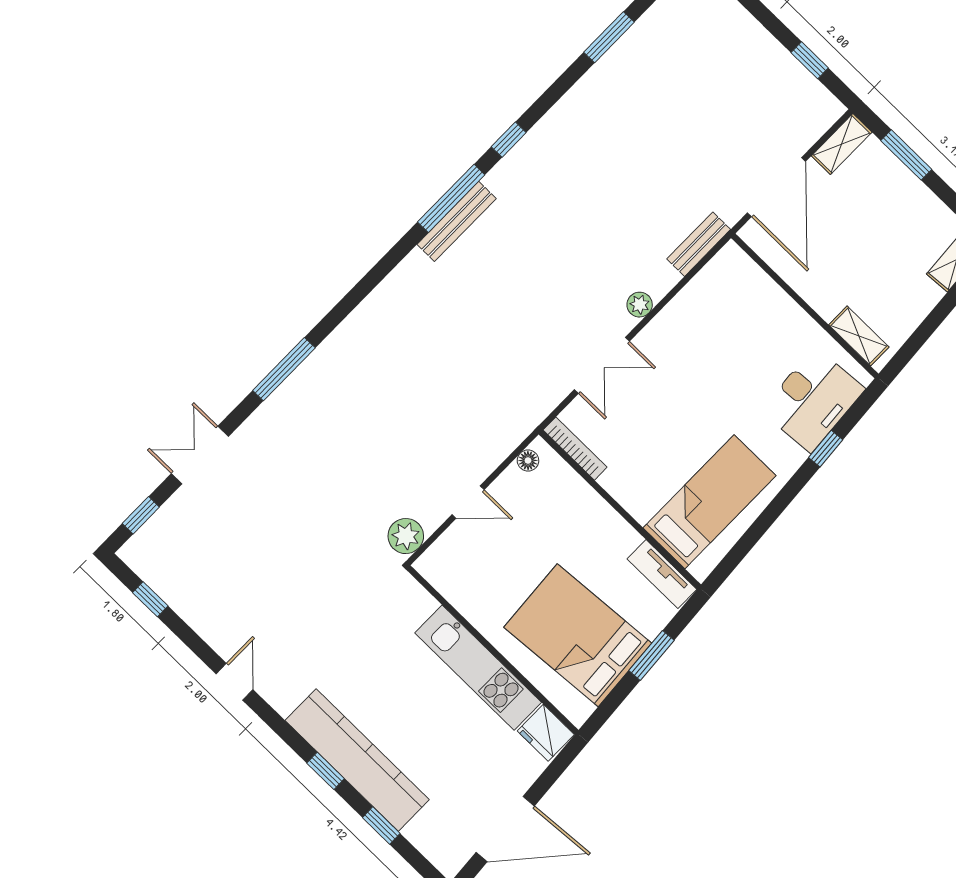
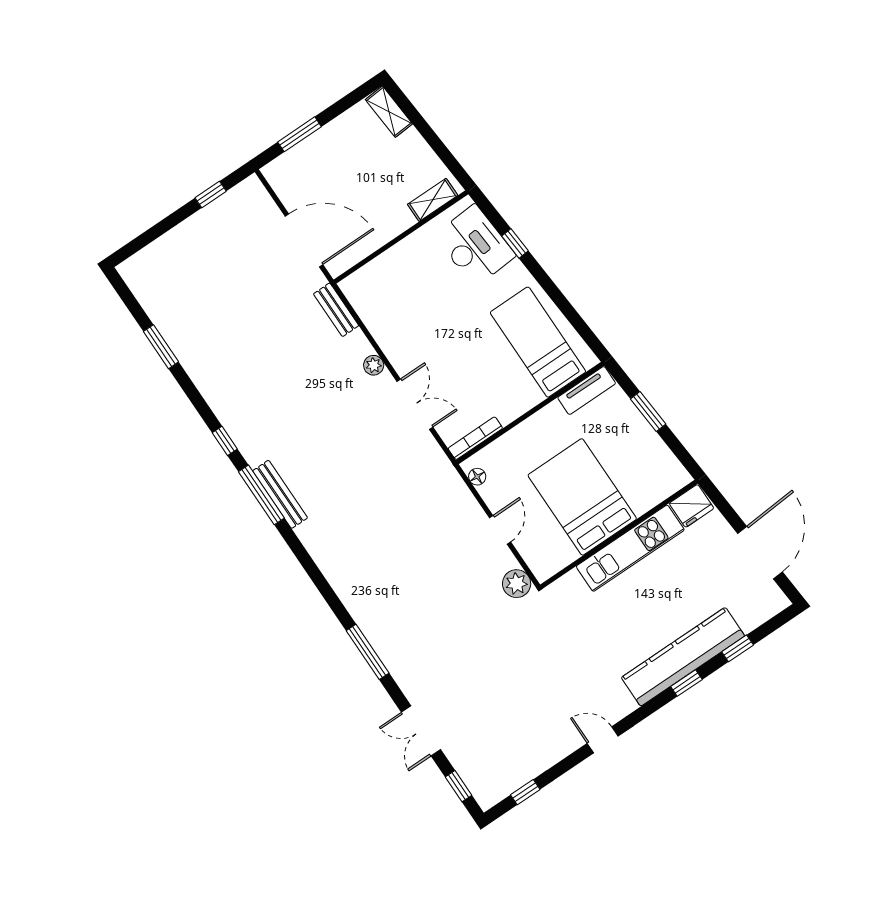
shelving: (842, 144) -> (281, 183), removed
bed: (578, 635) -> (582, 497), moved, turned 94

